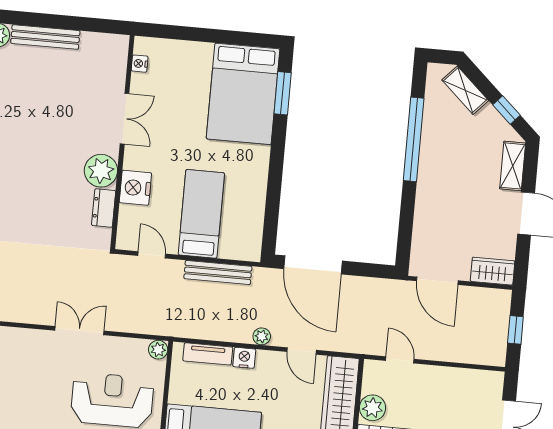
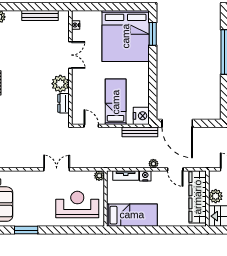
bench: (45, 37) -> (40, 16), moved
bed: (243, 94) -> (126, 36), width x1.36
nightstand: (135, 188) -> (141, 116), moved, turned 180
bench: (218, 272) -> (140, 132), moved

